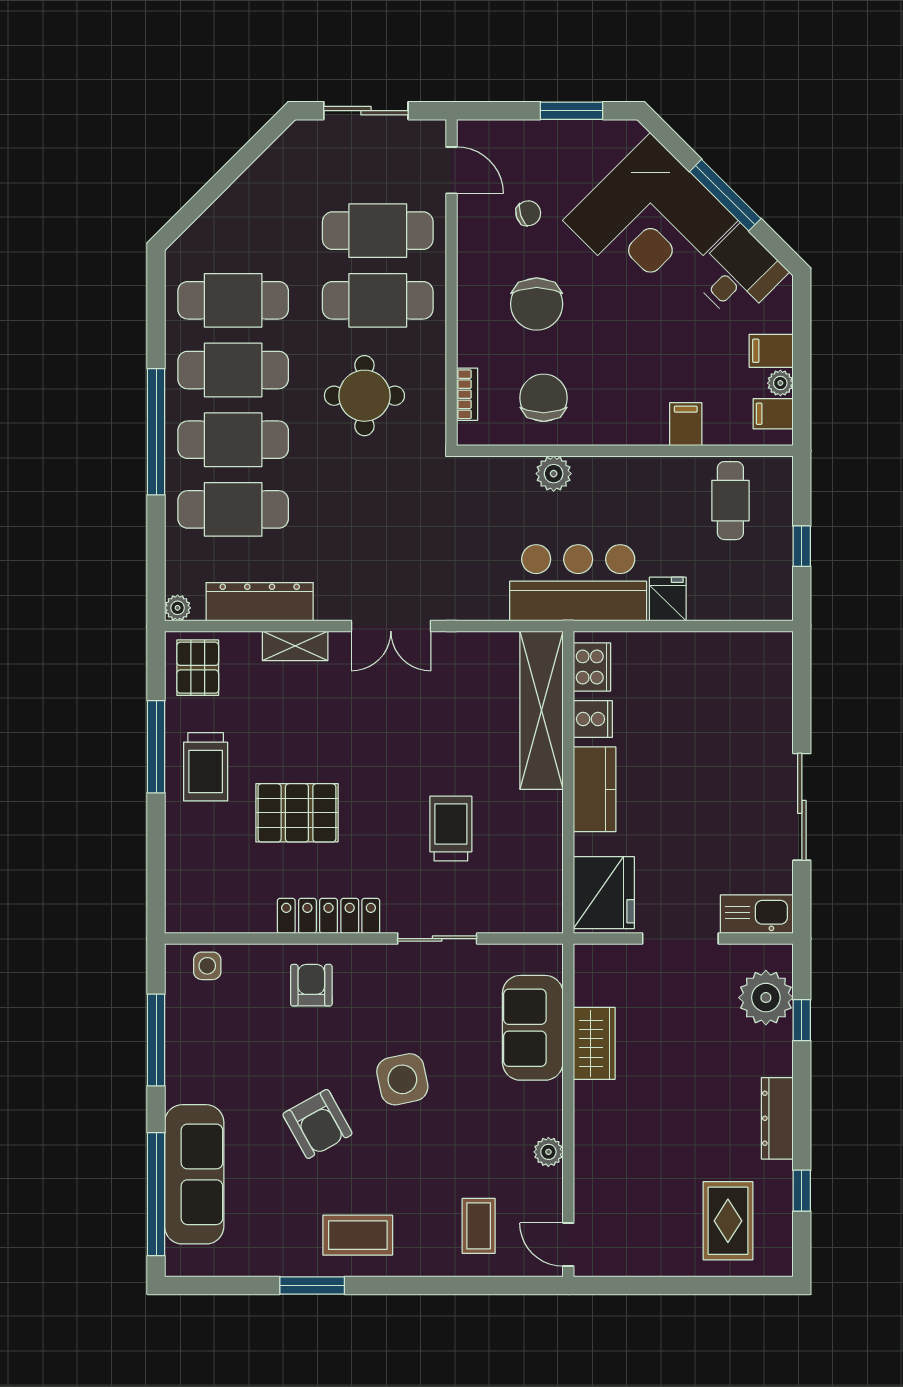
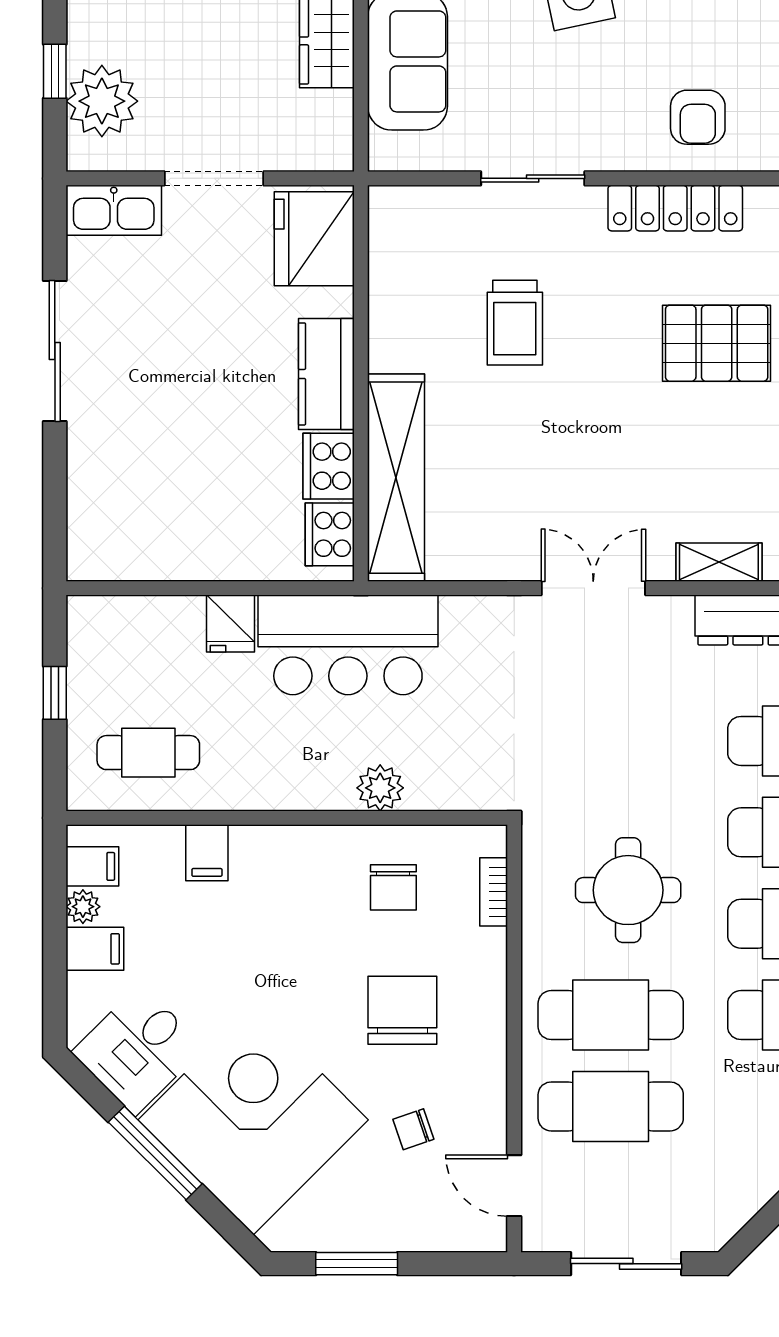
chair: (544, 398) -> (393, 887), width x0.73, depth x0.73
cafe table: (730, 501) -> (148, 753), turned 90
cooker: (593, 719) -> (329, 466), width x1.36

